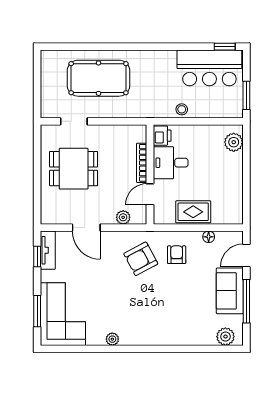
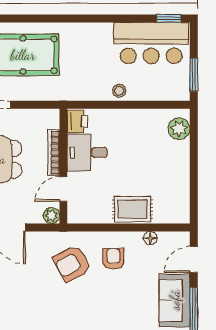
printer: (162, 136) -> (77, 121), moved
bookcase: (142, 163) -> (54, 153), moved
desk: (171, 163) -> (87, 152), moved
wall: (150, 175) -> (63, 166), moved
door: (150, 194) -> (63, 189), moved

